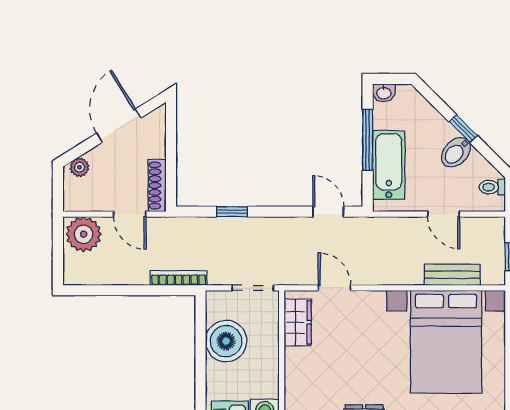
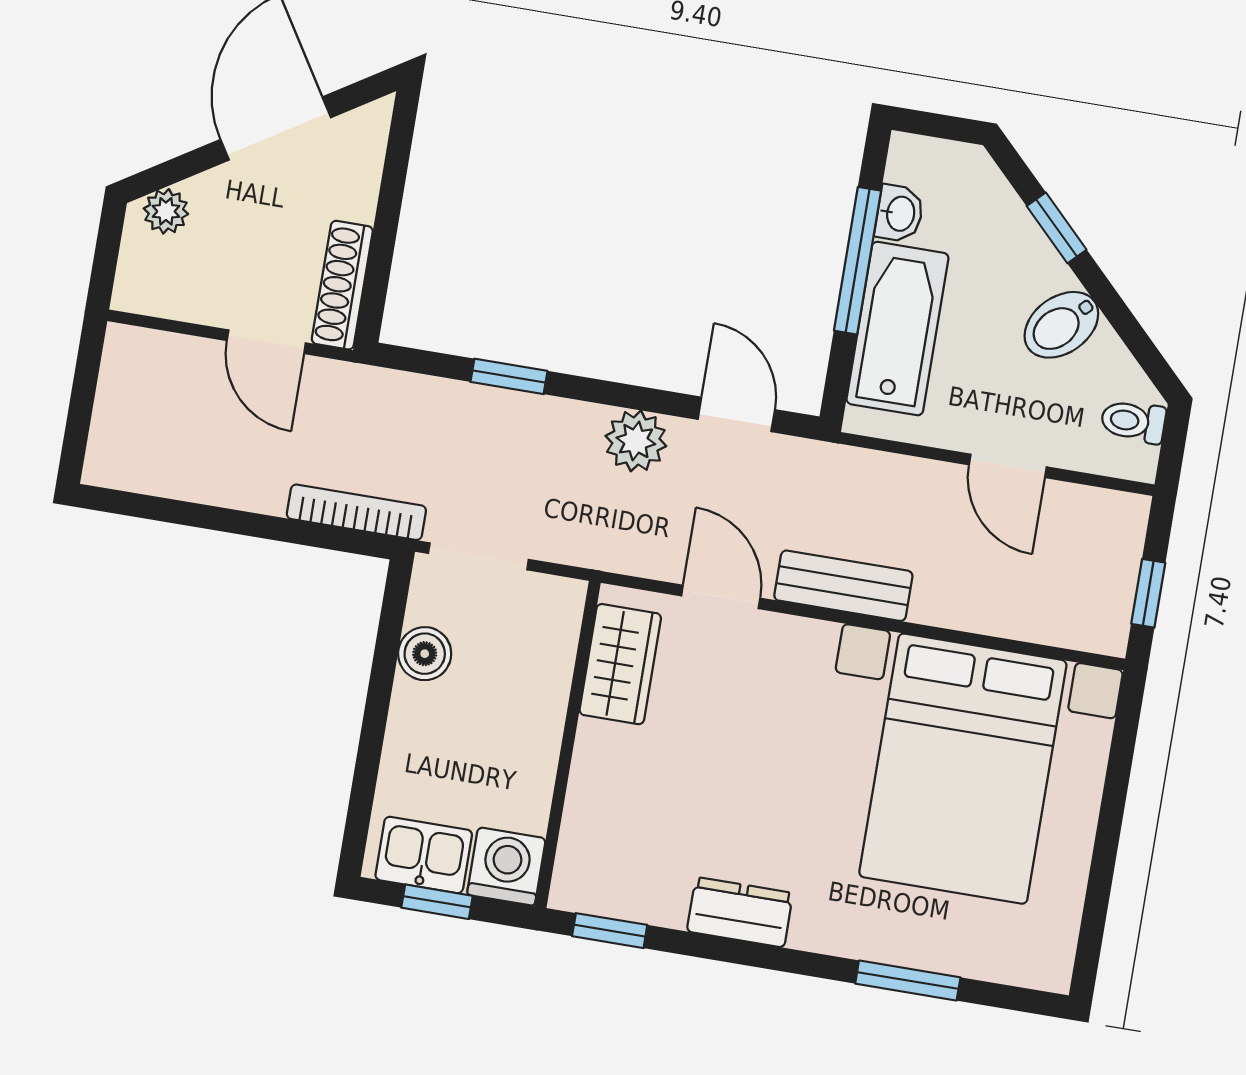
washbasin: (384, 93) -> (899, 213), moved, turned -90
window: (463, 129) -> (1057, 228), moved
plant: (84, 234) -> (636, 441), moved, width x0.73, depth x0.73
bench: (452, 275) -> (843, 586), moved
doorway: (253, 288) -> (478, 556), moved
boiler: (226, 341) -> (425, 654), width x0.54, depth x0.54

